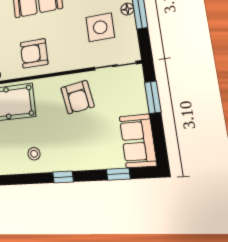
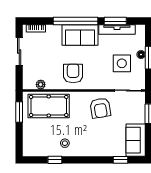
armchair: (34, 53) -> (73, 73), turned 90
window: (63, 177) -> (55, 160), moved

